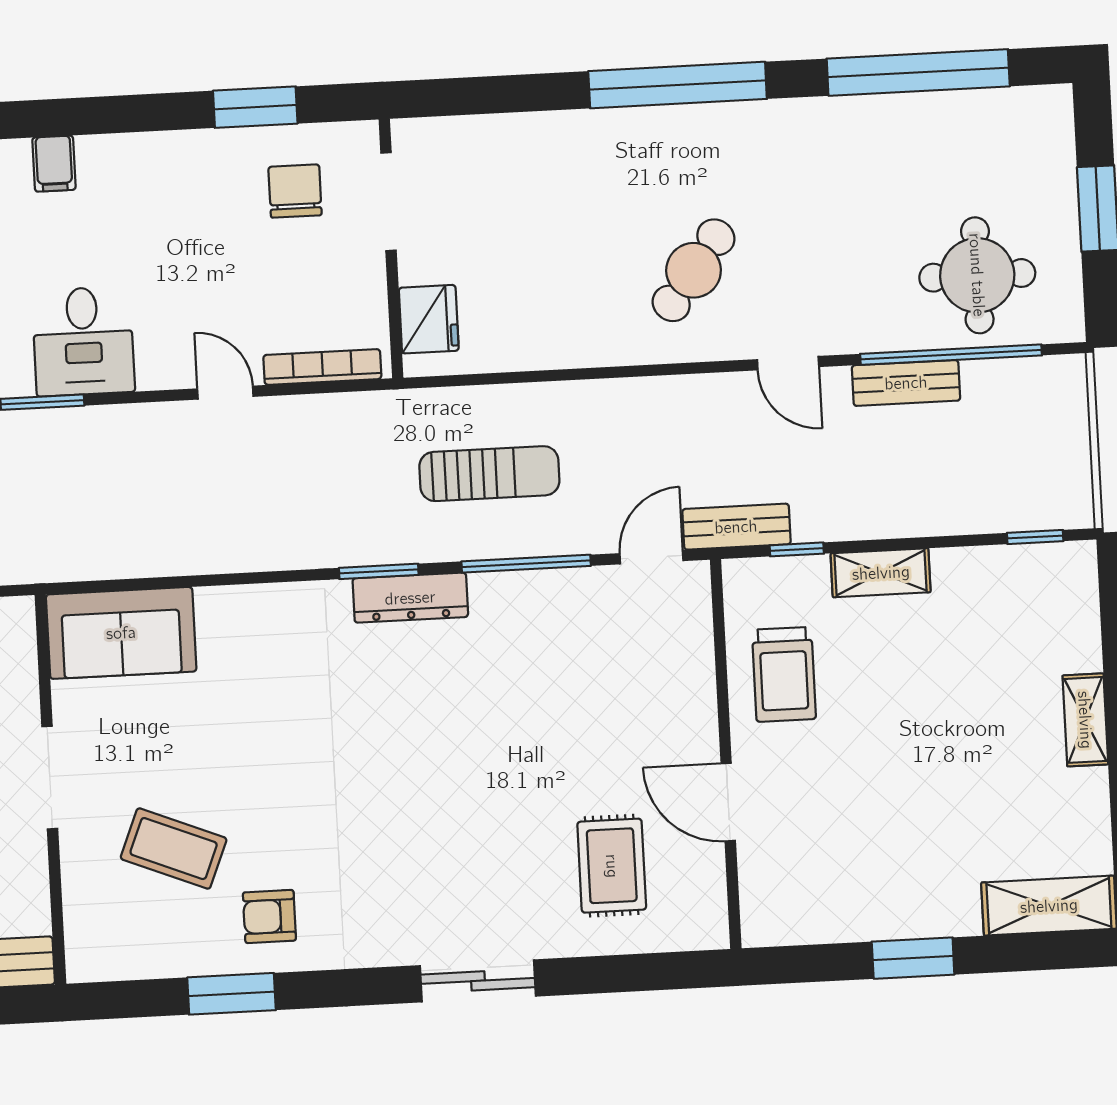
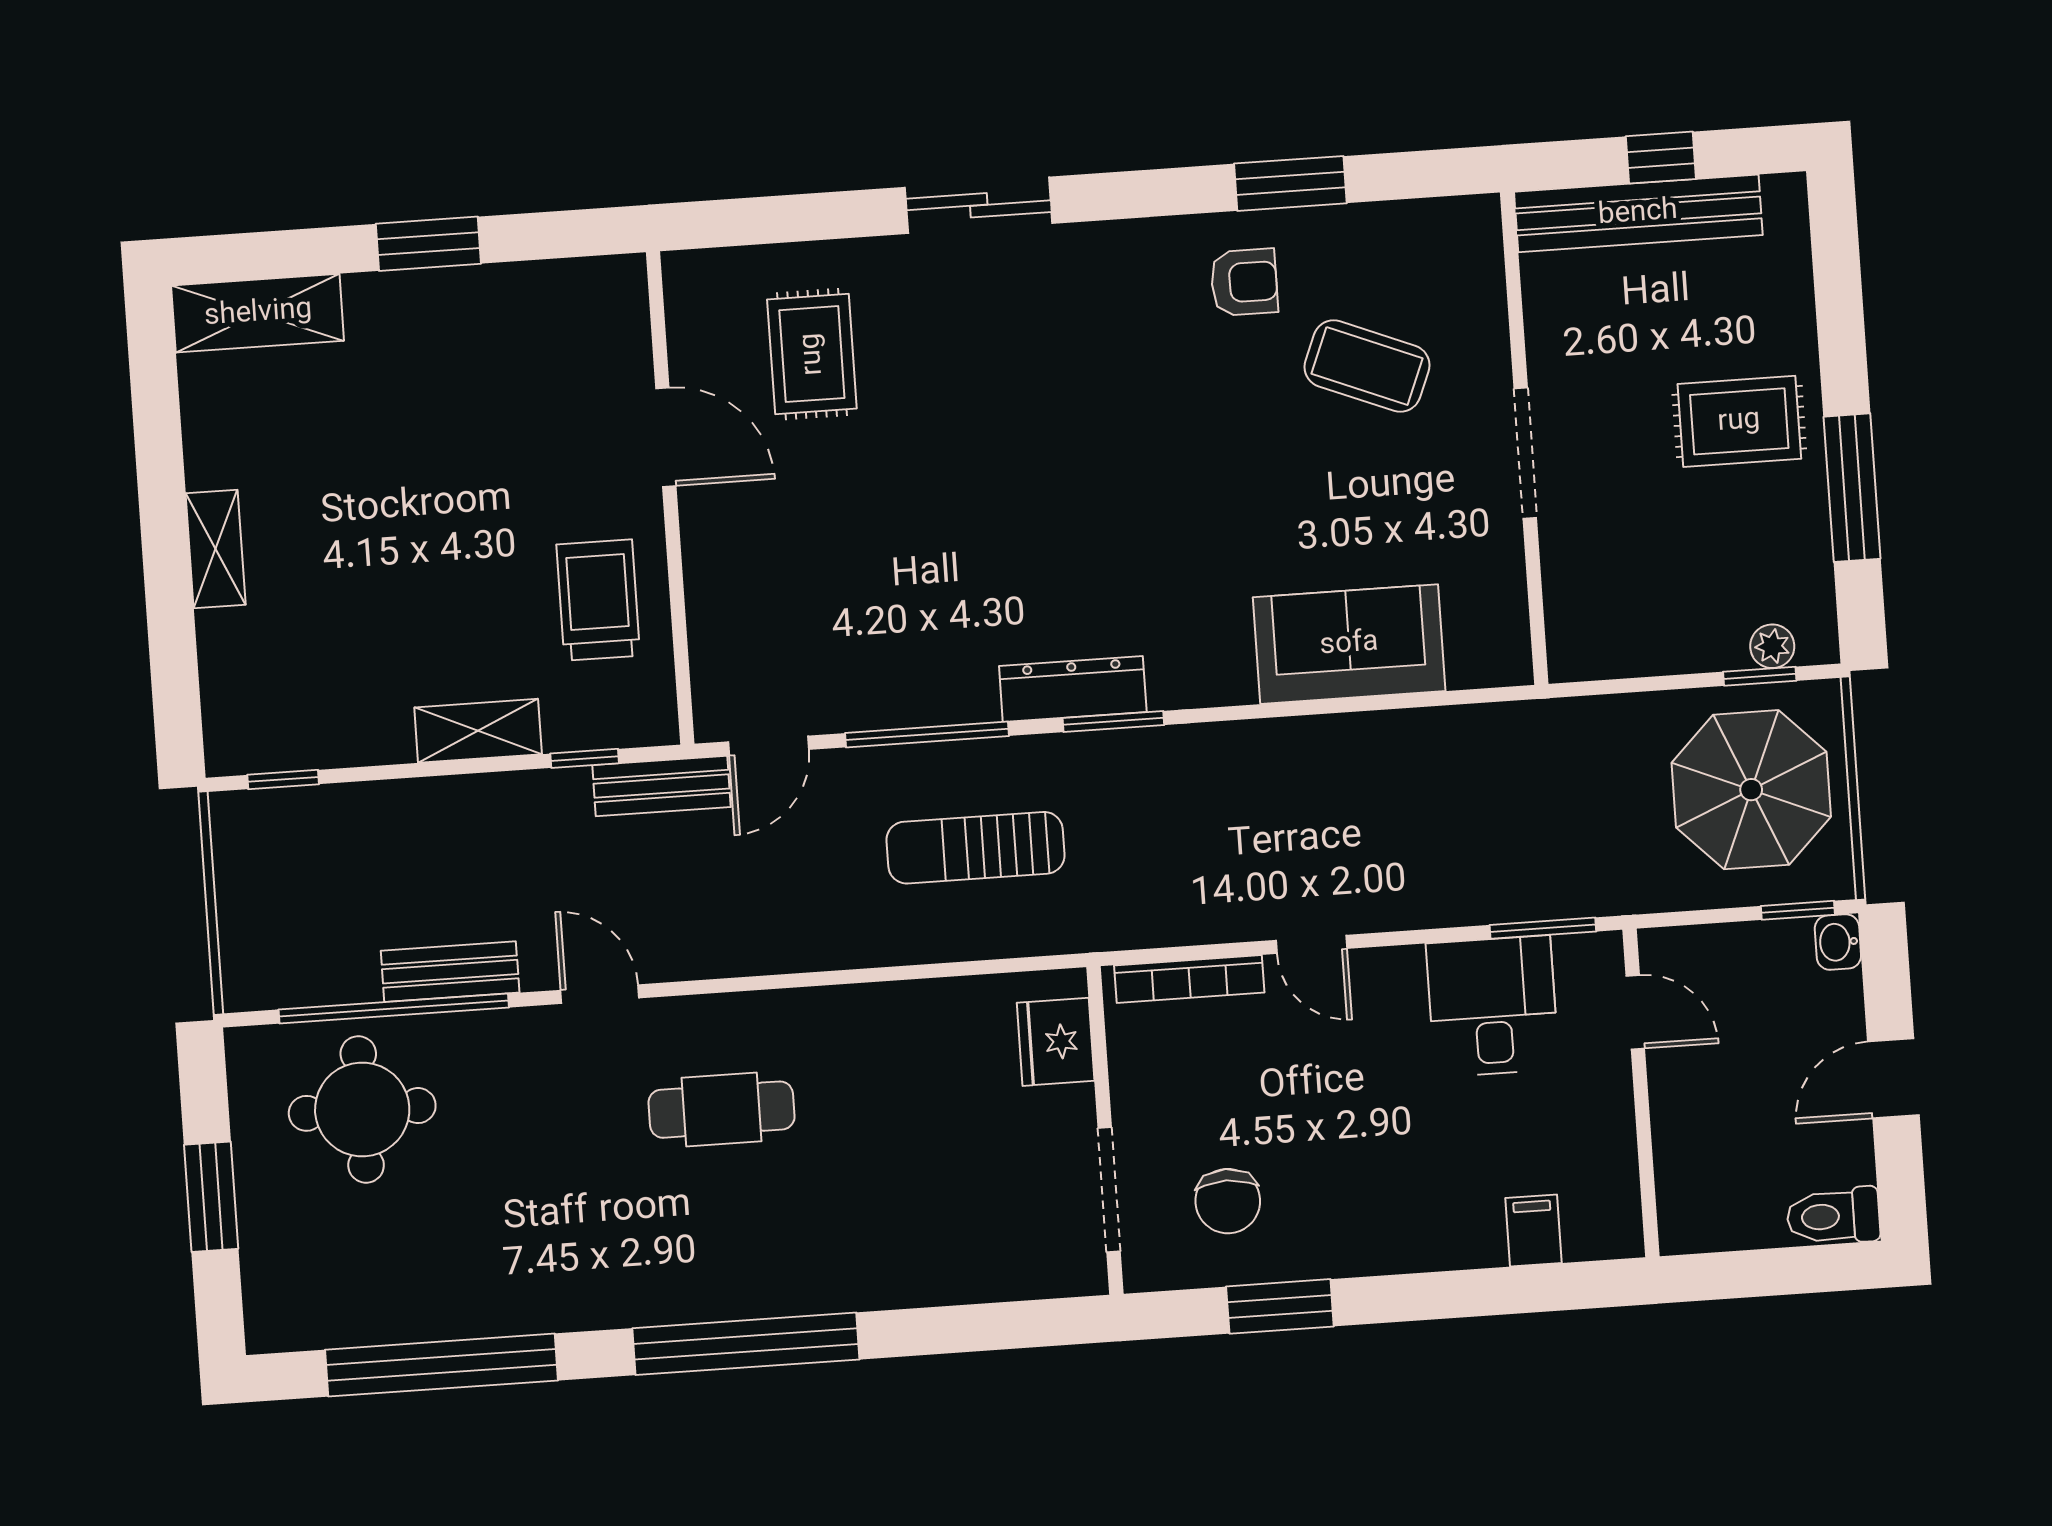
cafe table: (694, 270) -> (722, 1110), turned 53
sofa: (121, 633) -> (1349, 644), moved

